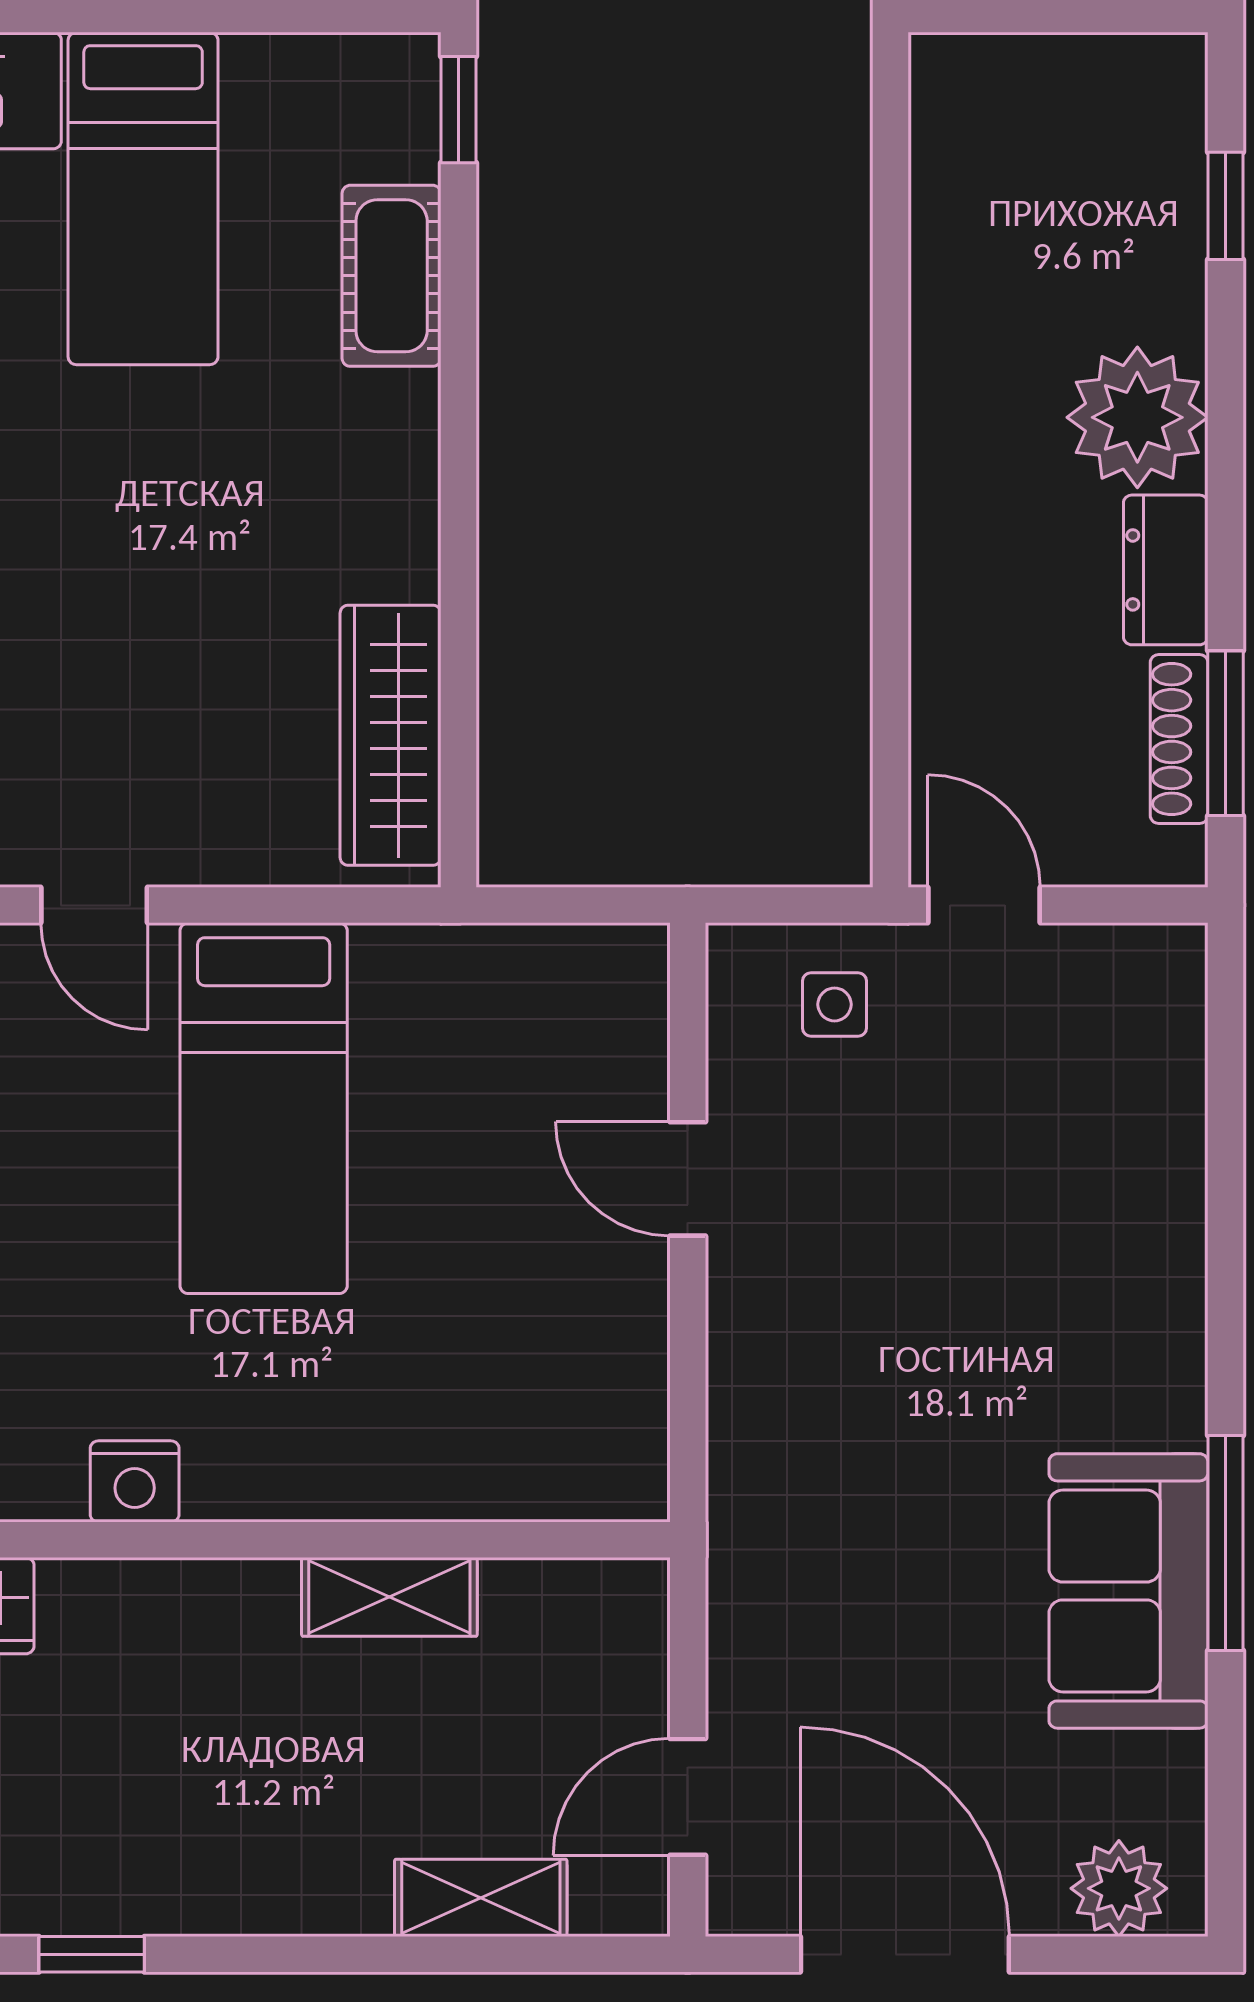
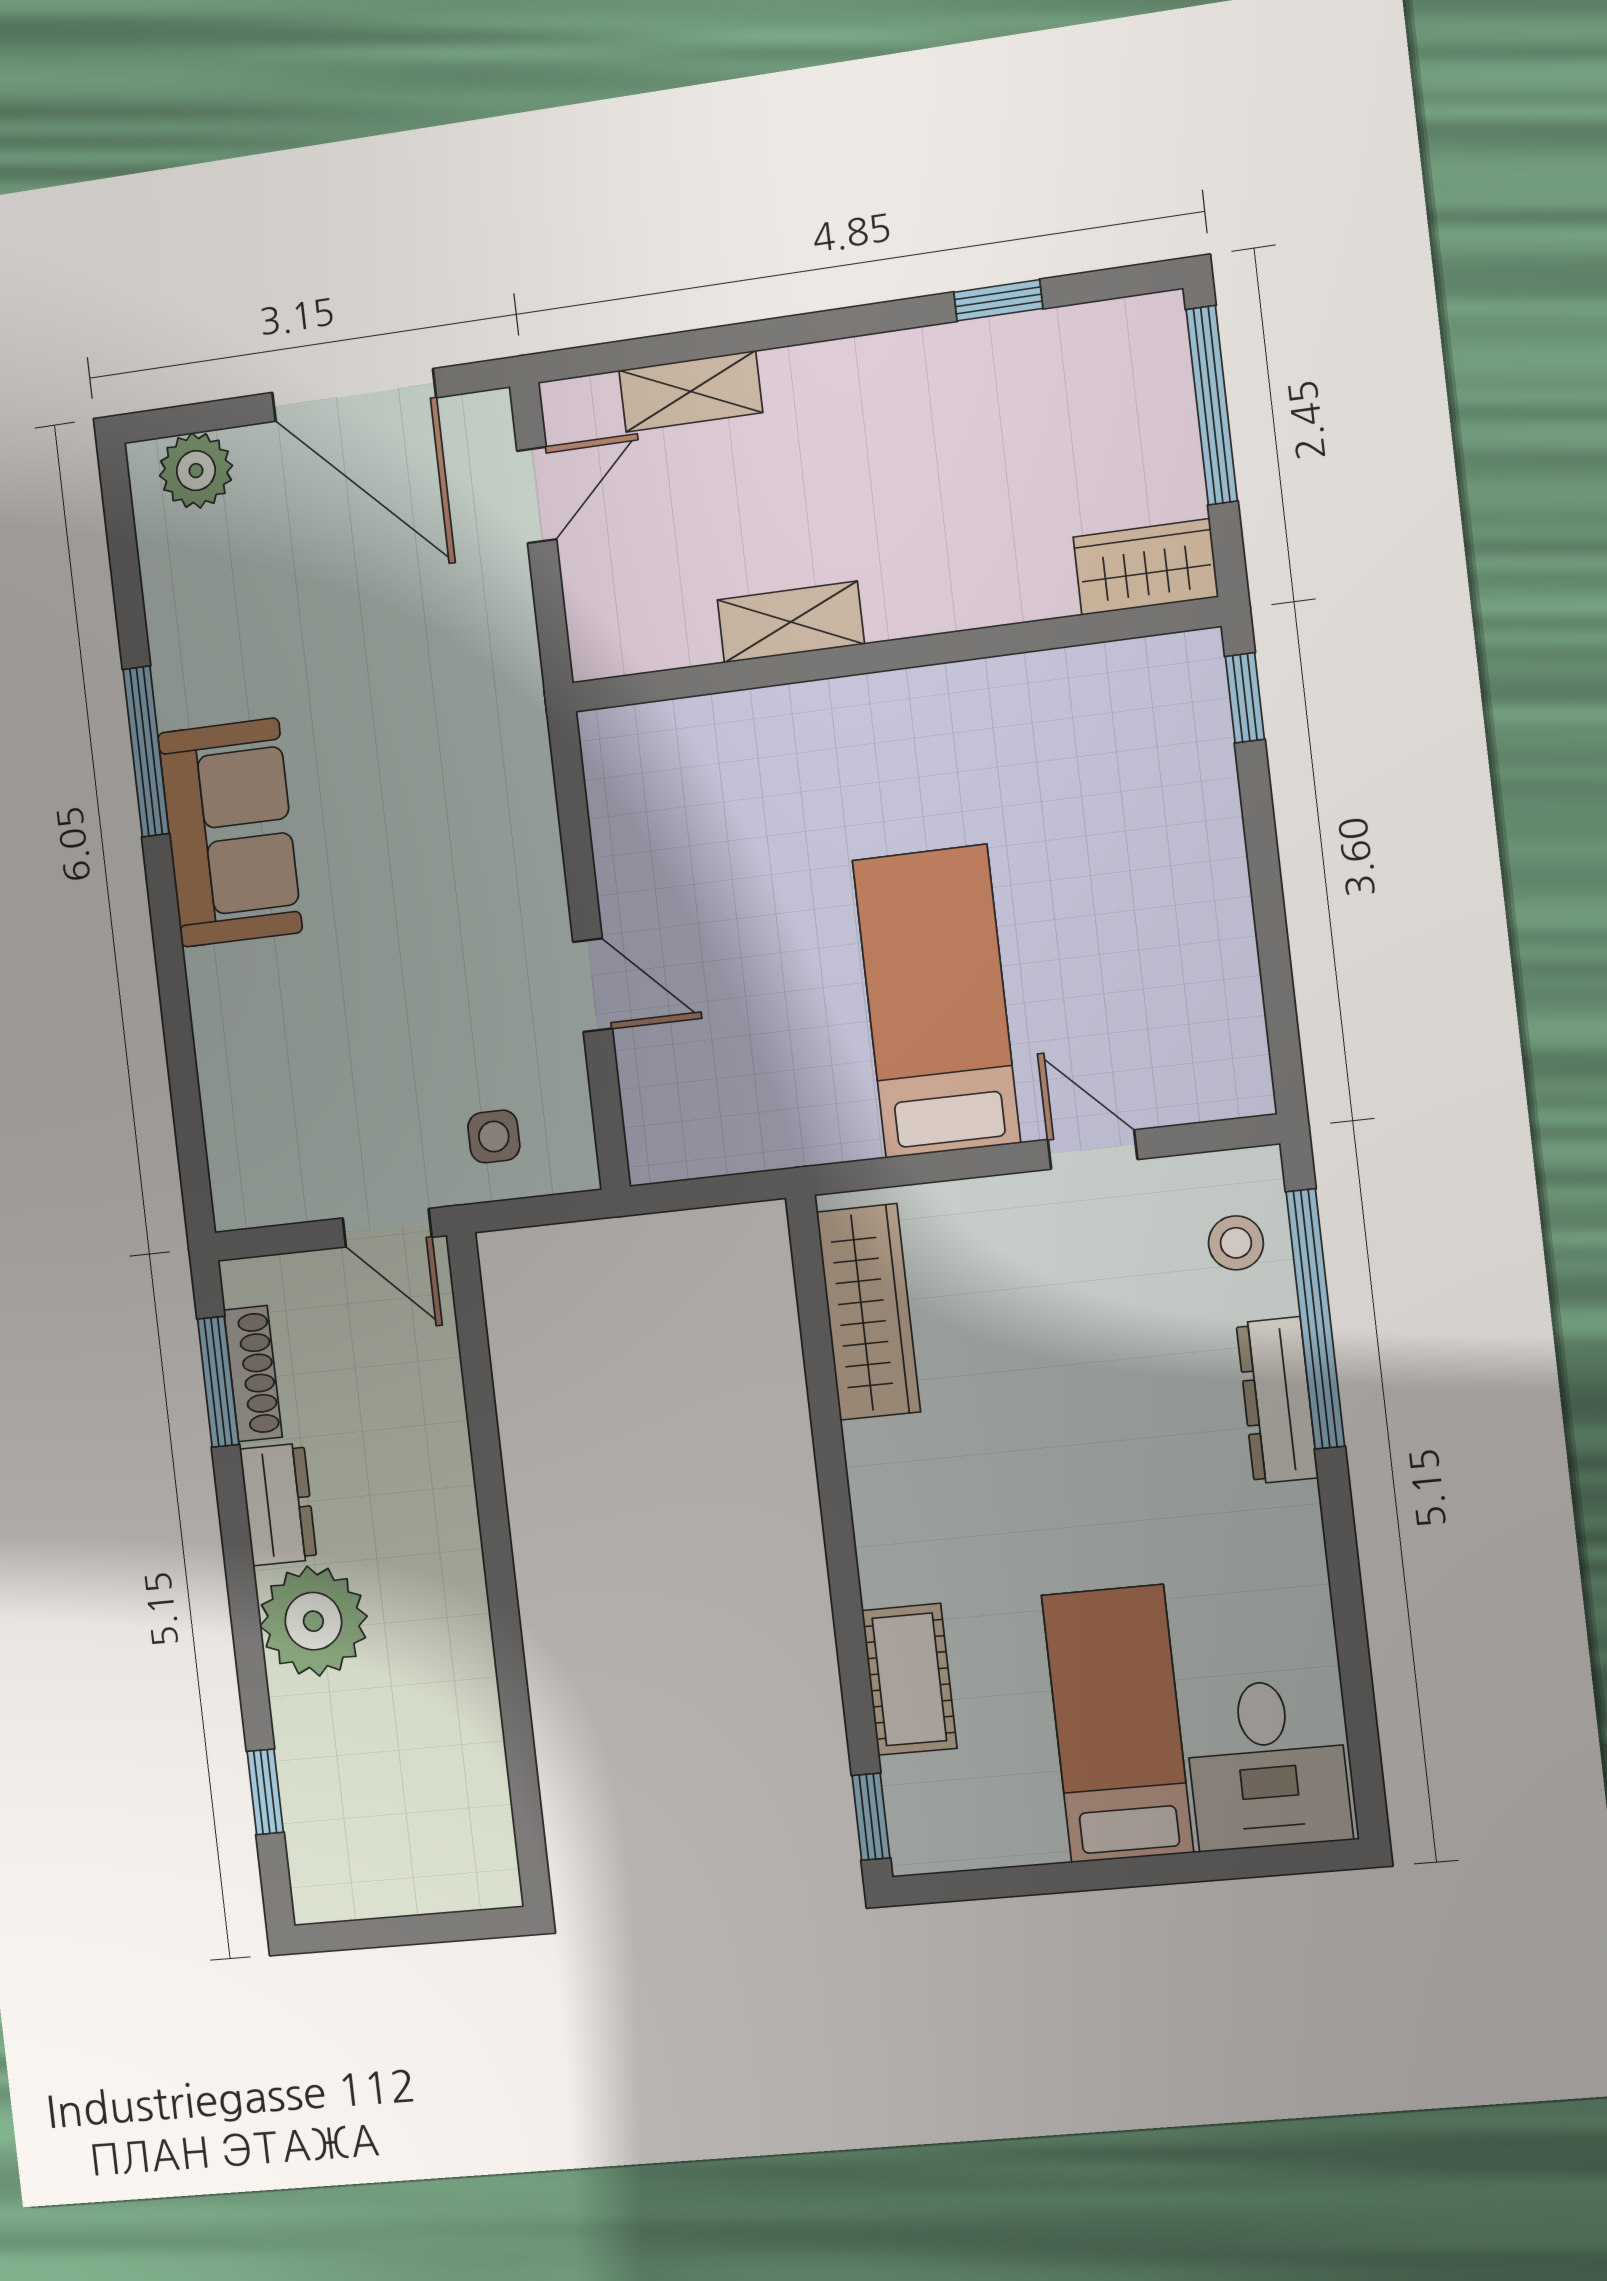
nightstand: (135, 1481) -> (1007, 688), removed
sofa: (1128, 1591) -> (230, 833), moved

